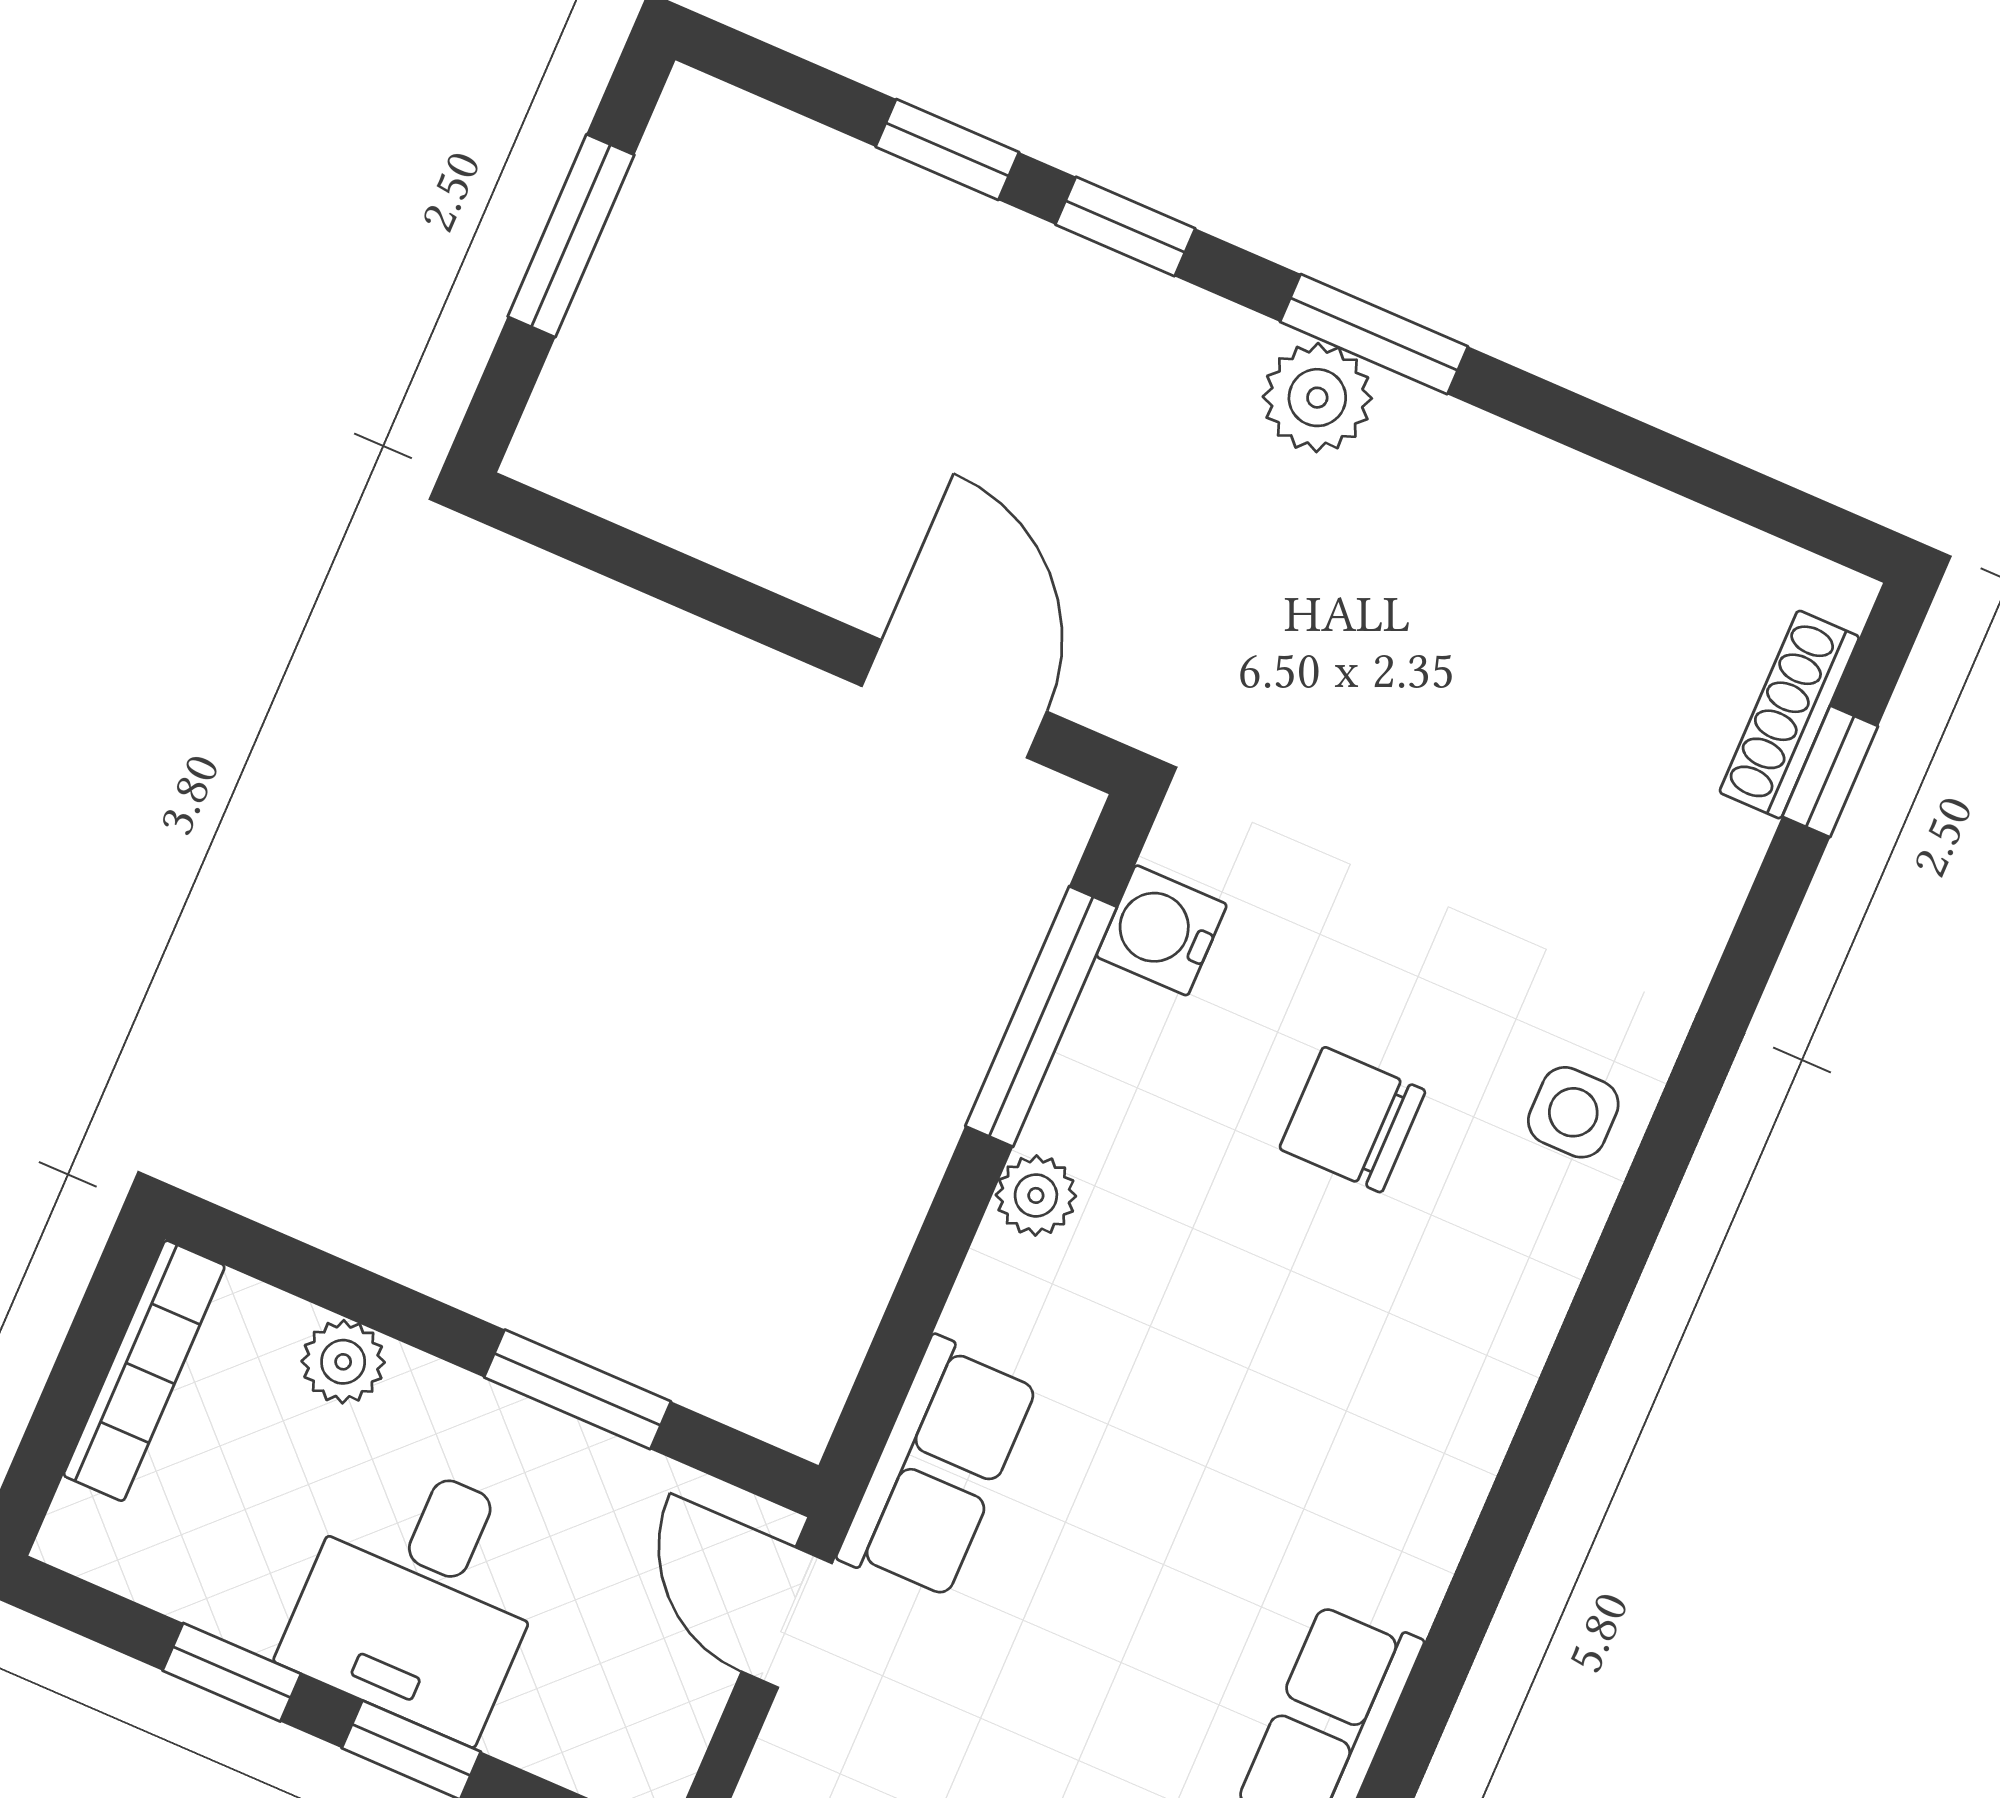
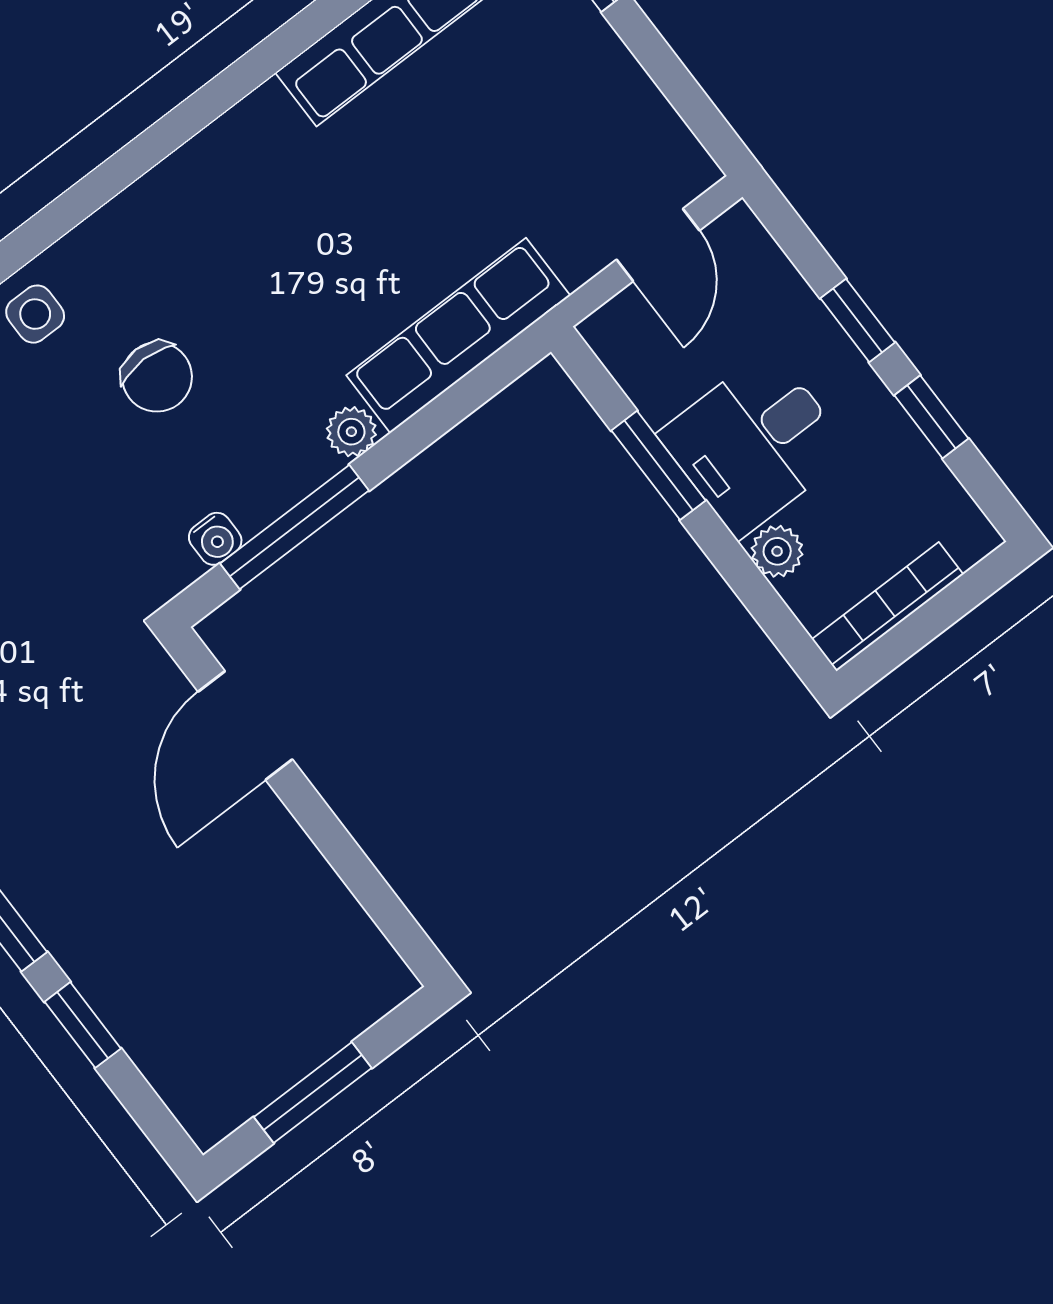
water cooler: (1162, 930) -> (215, 539), width x0.72, depth x0.72
row of seats: (938, 1469) -> (458, 335), width x1.48
desk: (420, 1596) -> (755, 443), moved, turned 180
door: (787, 1617) -> (658, 245), moved

